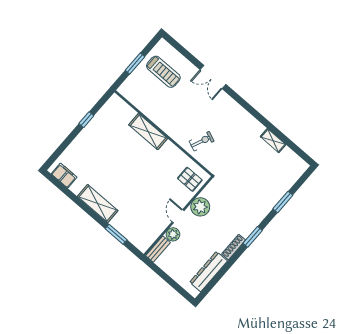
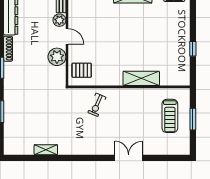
treadmill: (163, 72) -> (170, 116), moved, turned -90

